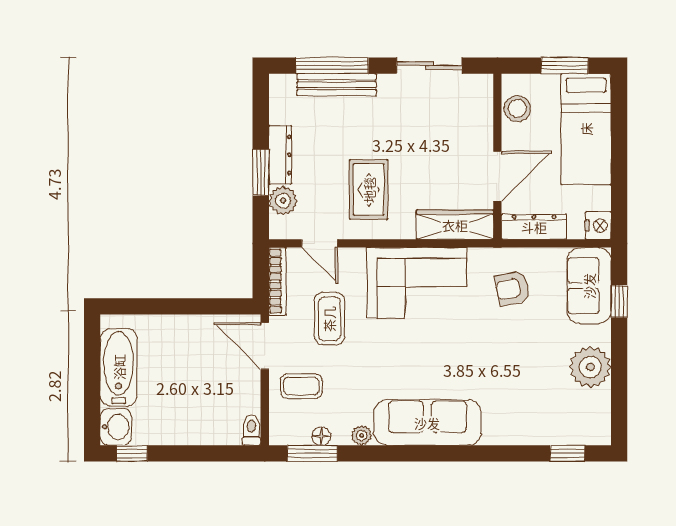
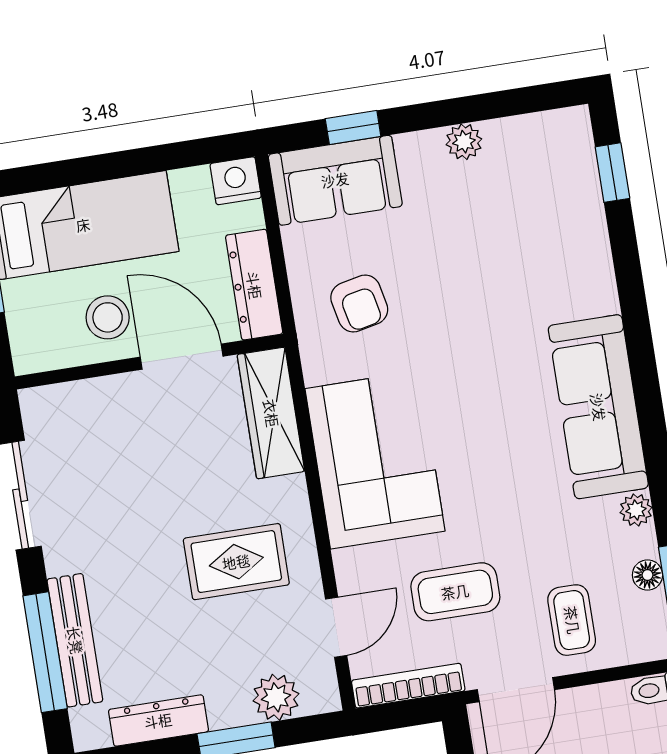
stool: (517, 109) -> (108, 317), moved
dresser: (280, 155) -> (158, 721), moved
plant: (590, 367) -> (464, 142), width x0.53, depth x0.53

